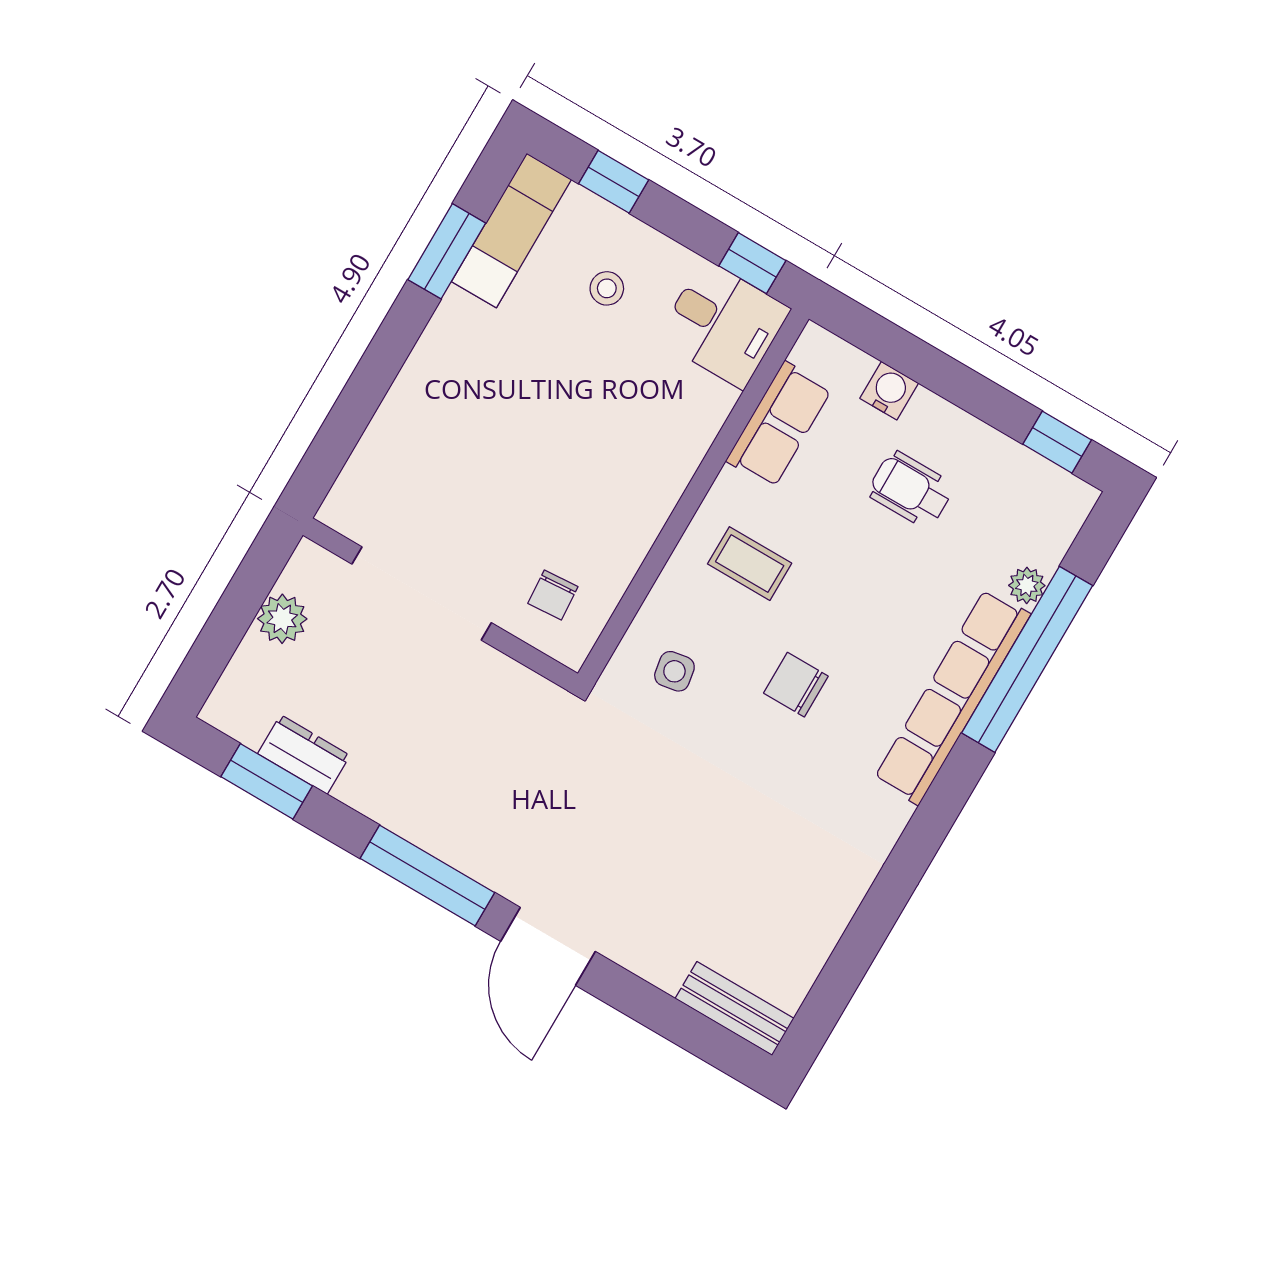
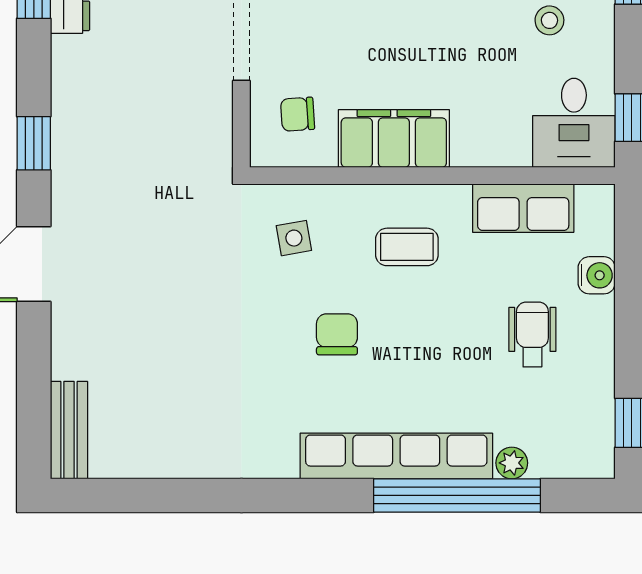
filing cabinet: (634, 513) -> (394, 139), added
coffee table: (750, 564) -> (407, 247), turned 90
window: (427, 876) -> (34, 143), width x0.46

